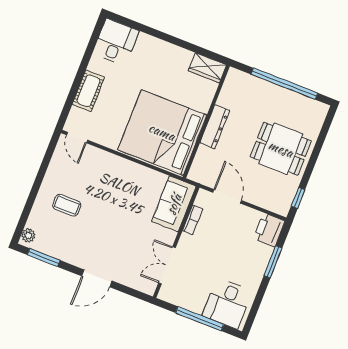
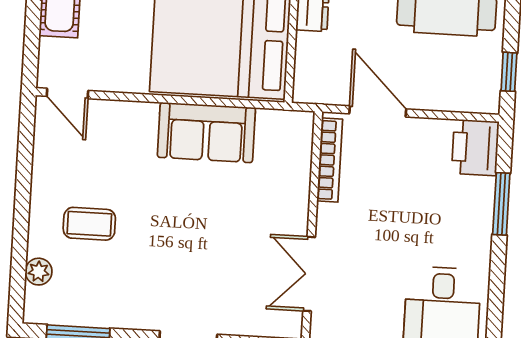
sofa: (174, 204) -> (206, 132), moved, turned -90
bookcase: (193, 220) -> (330, 160), width x1.56
plant: (28, 235) -> (39, 272), moved

